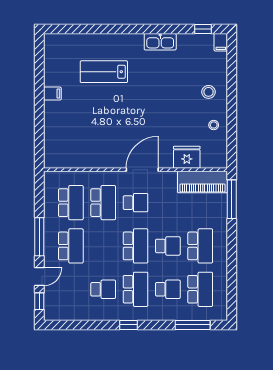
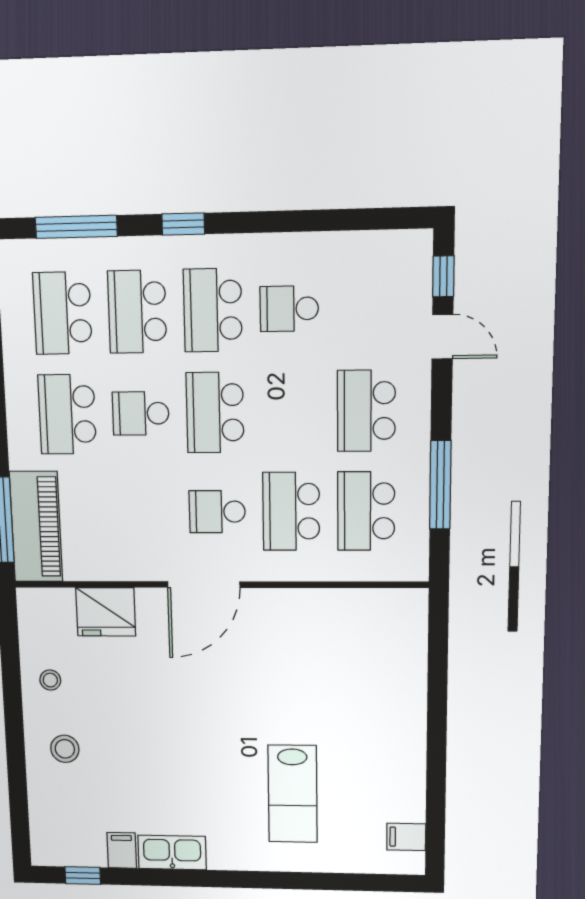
filing cabinet: (221, 42) -> (122, 850), moved
lab bench: (104, 72) -> (293, 794), turned 90
filing cabinet: (52, 94) -> (406, 837), moved
piano: (203, 182) -> (36, 527), moved, turned 90
window: (39, 237) -> (440, 485), moved
door: (39, 277) -> (442, 337), swing flipped
school desk: (168, 289) -> (137, 312), width x1.85
window: (129, 325) -> (183, 224), moved

